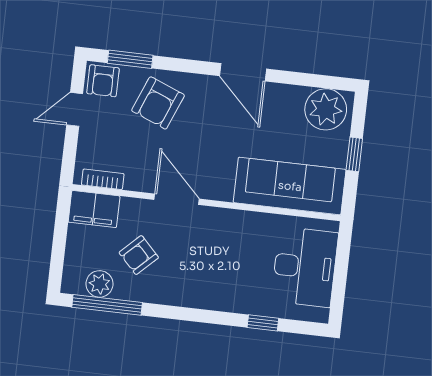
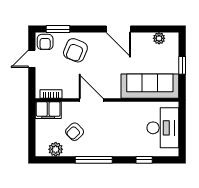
plant: (326, 109) -> (159, 38), width x0.53, depth x0.53
window: (107, 305) -> (94, 160), moved

